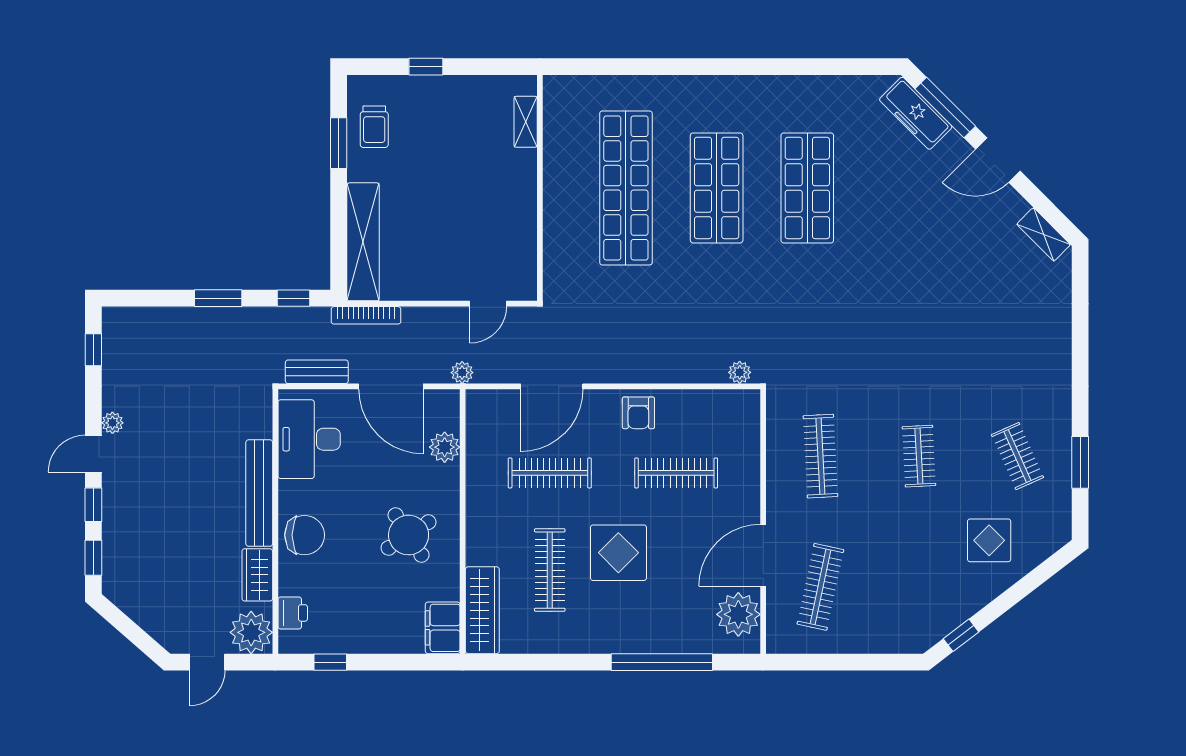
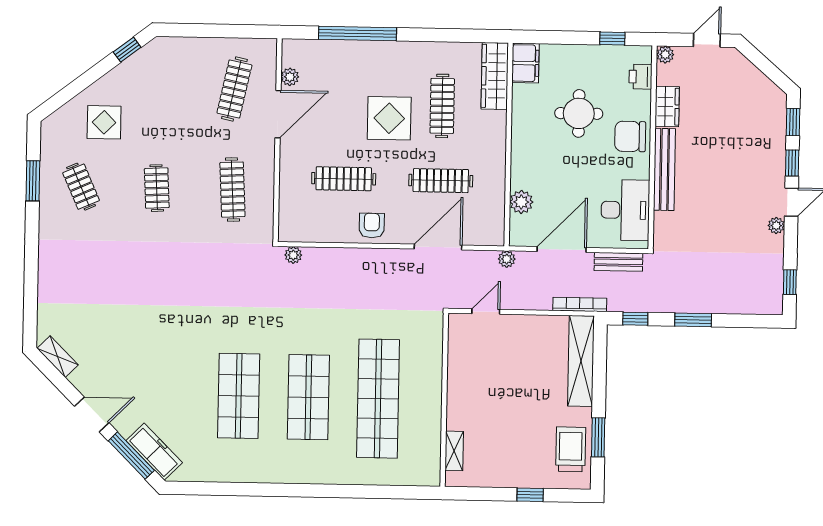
trolley: (374, 127) -> (571, 449), width x1.36, depth x1.39
door: (391, 386) -> (562, 249), hinge flipped
round table: (409, 535) -> (579, 113), moved, turned 33
plant: (738, 614) -> (290, 77), width x0.53, depth x0.53
plant: (251, 632) -> (665, 55), width x0.53, depth x0.53

